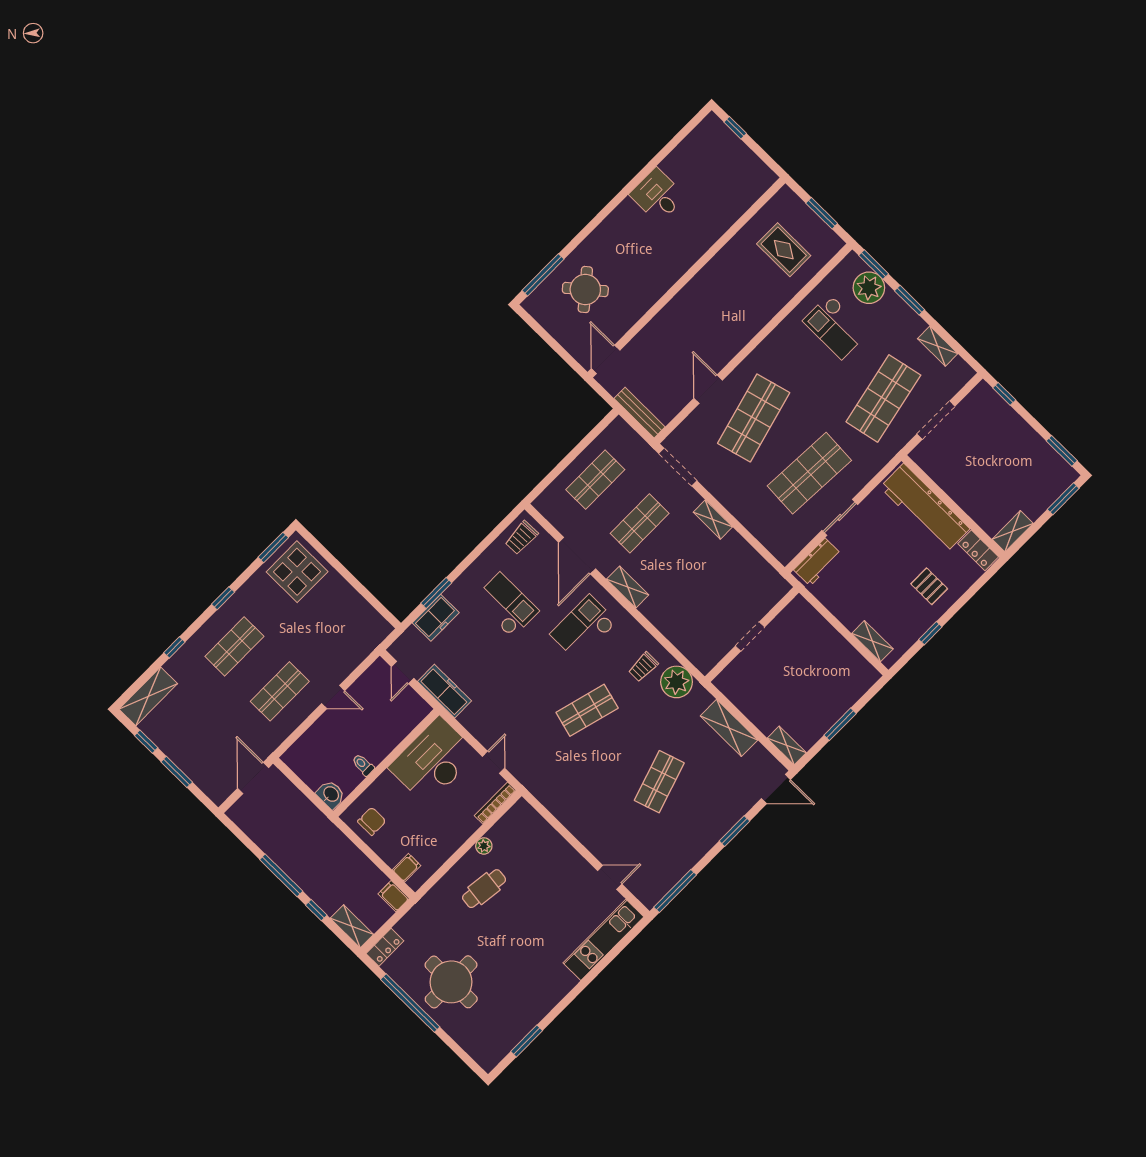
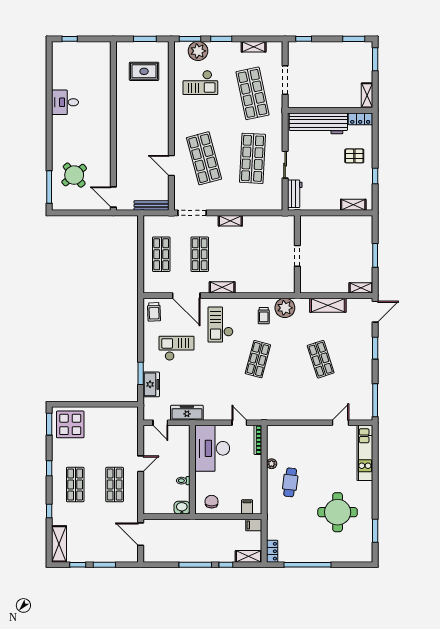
round table: (451, 982) -> (338, 512), moved

